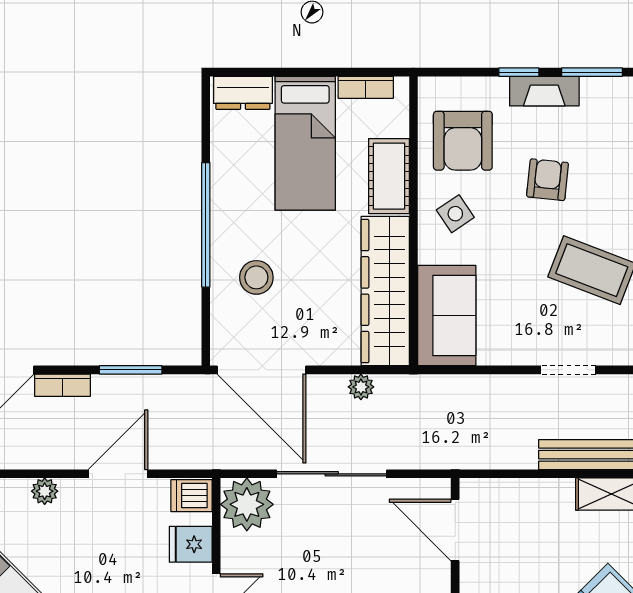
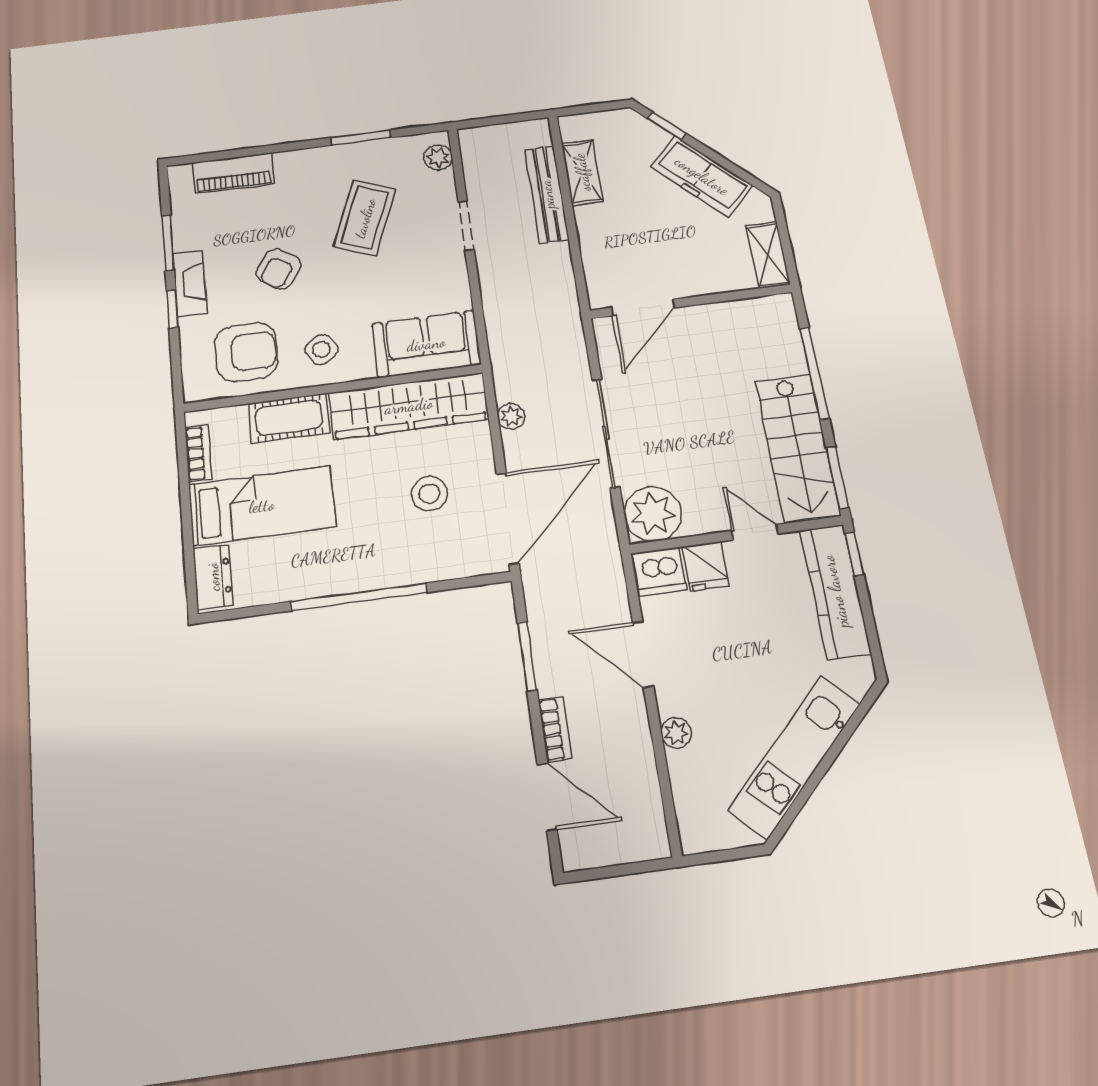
armchair: (548, 180) -> (279, 269), turned -63
stool: (256, 277) -> (429, 494), moved
dishwasher: (192, 496) -> (660, 571), width x1.38

